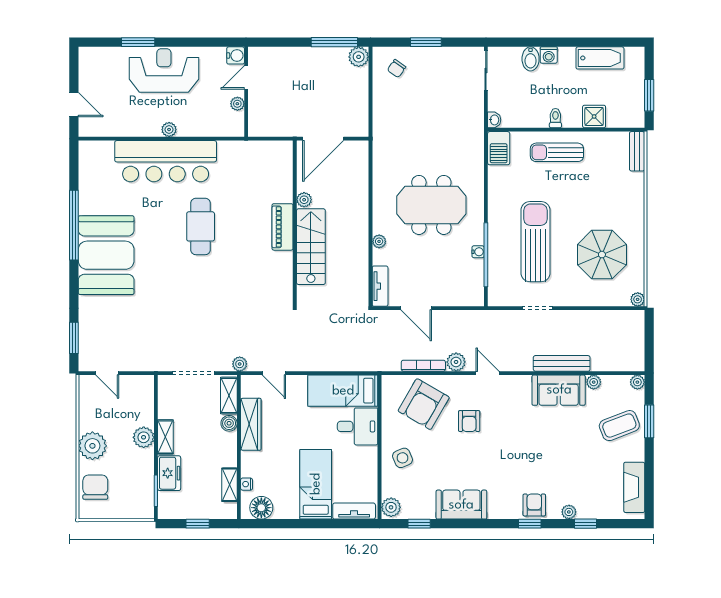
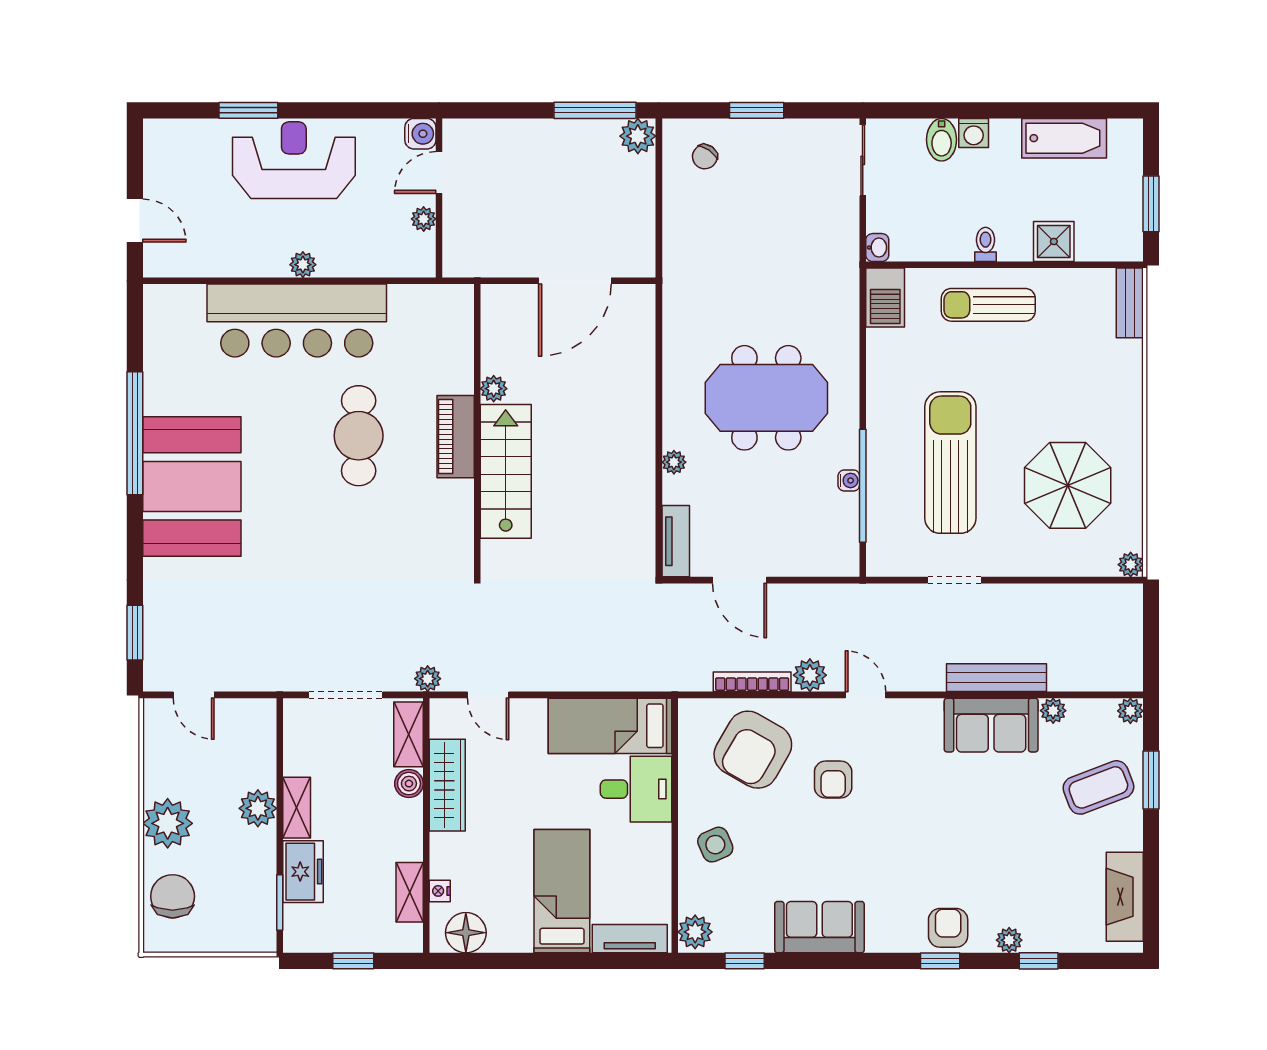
plant: (304, 200) -> (494, 389), moved
wall: (295, 223) -> (477, 430), moved
piano: (283, 227) -> (456, 437), moved
stairs: (311, 247) -> (506, 471), moved

